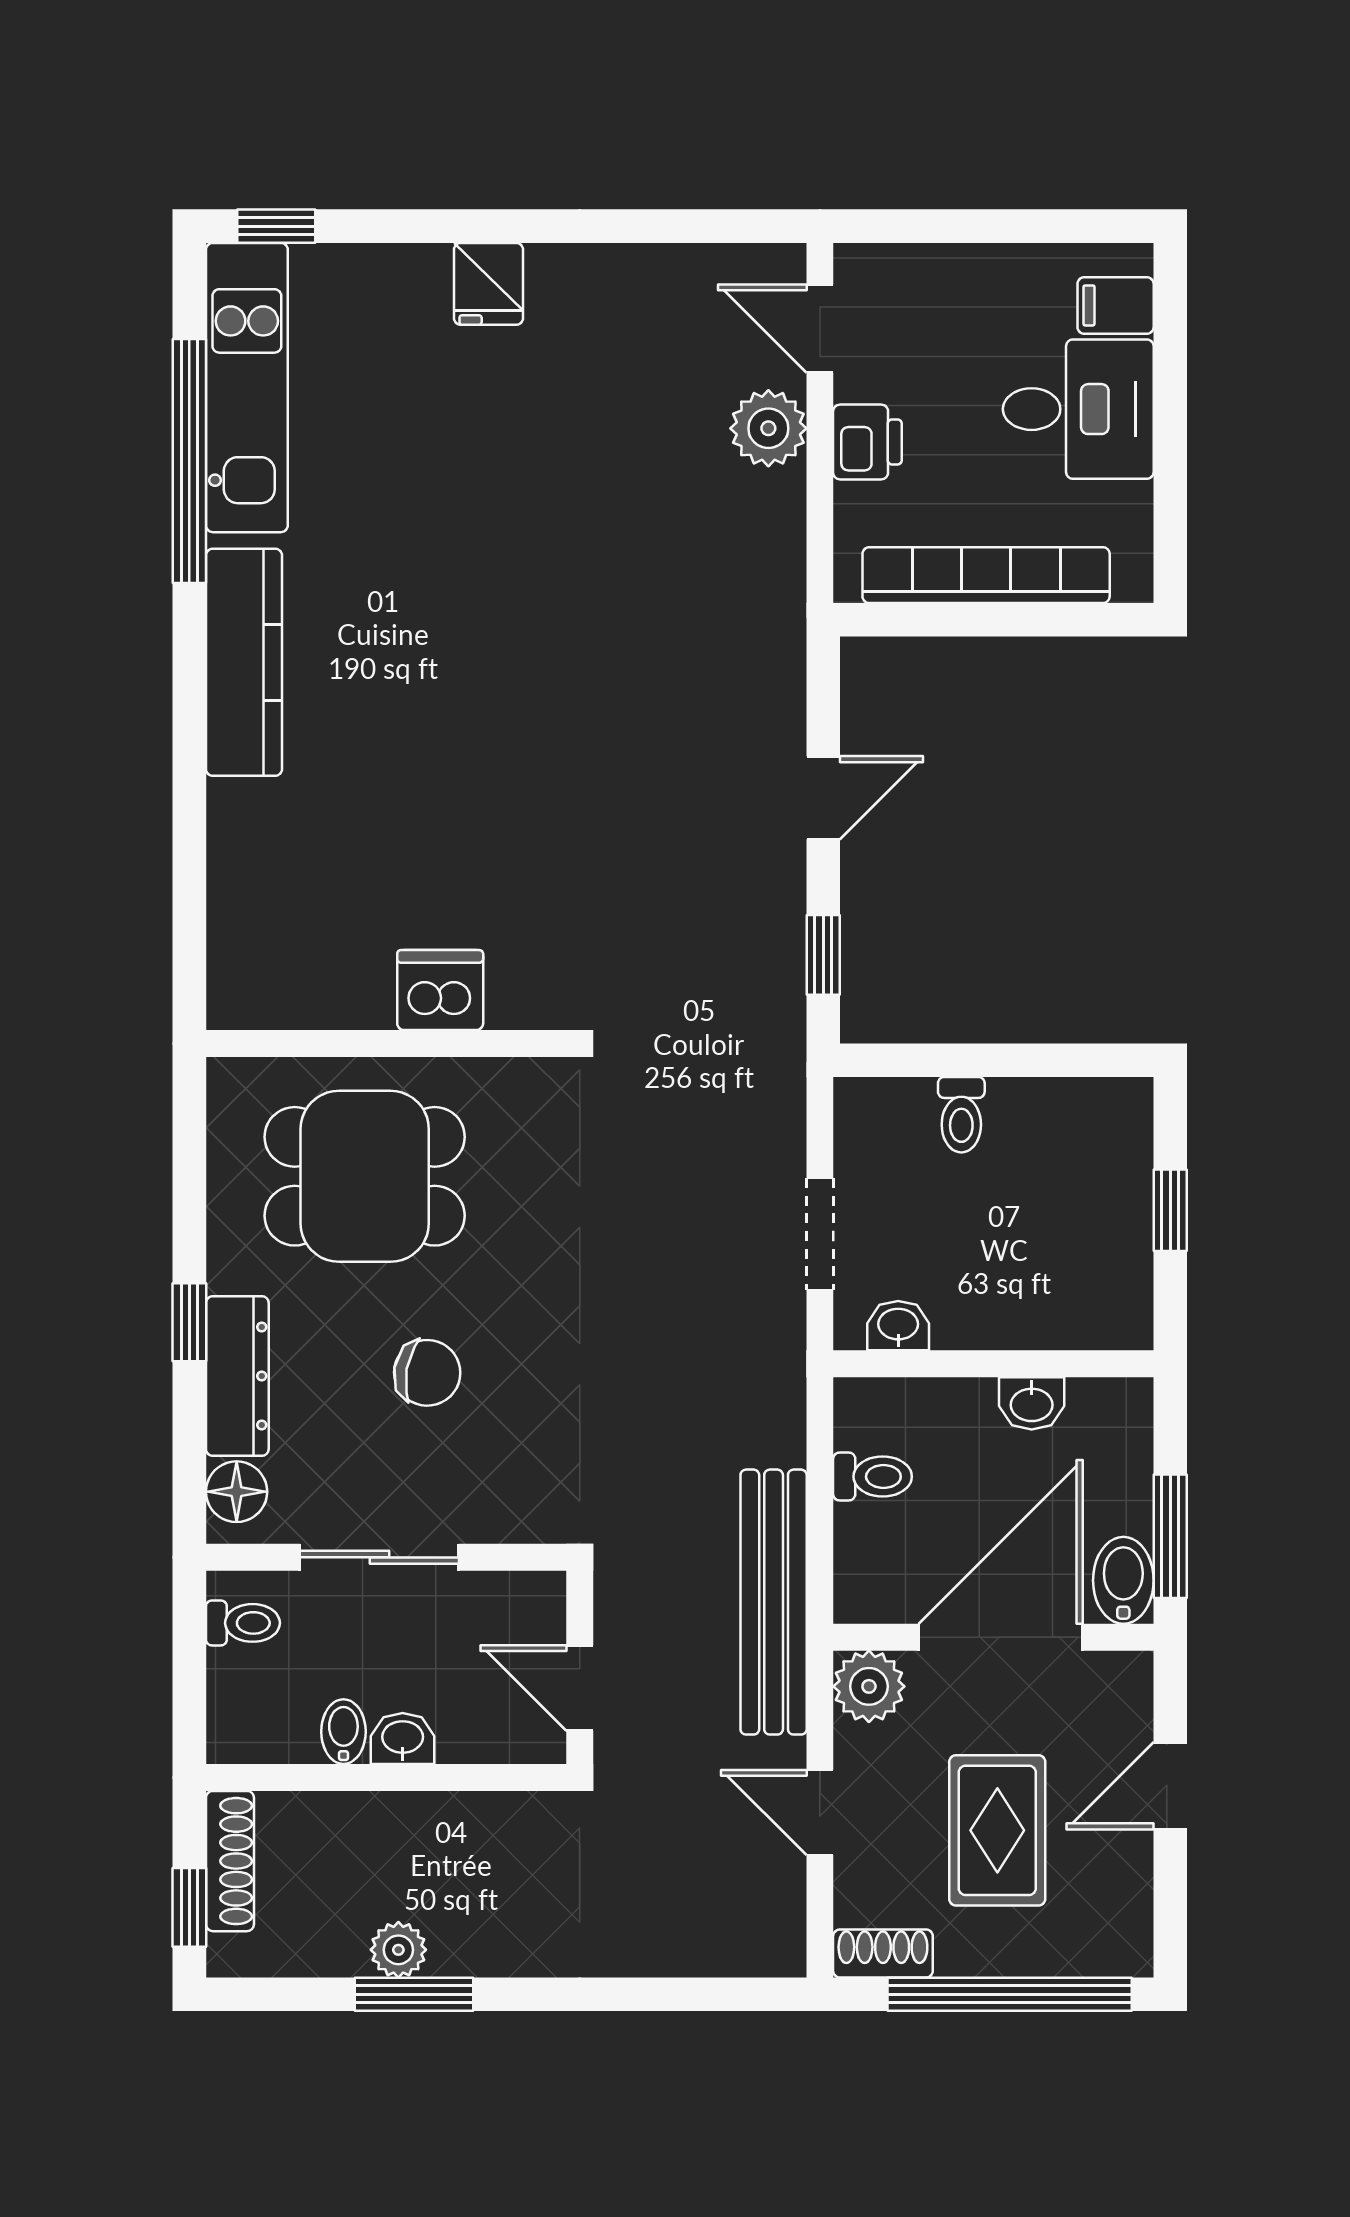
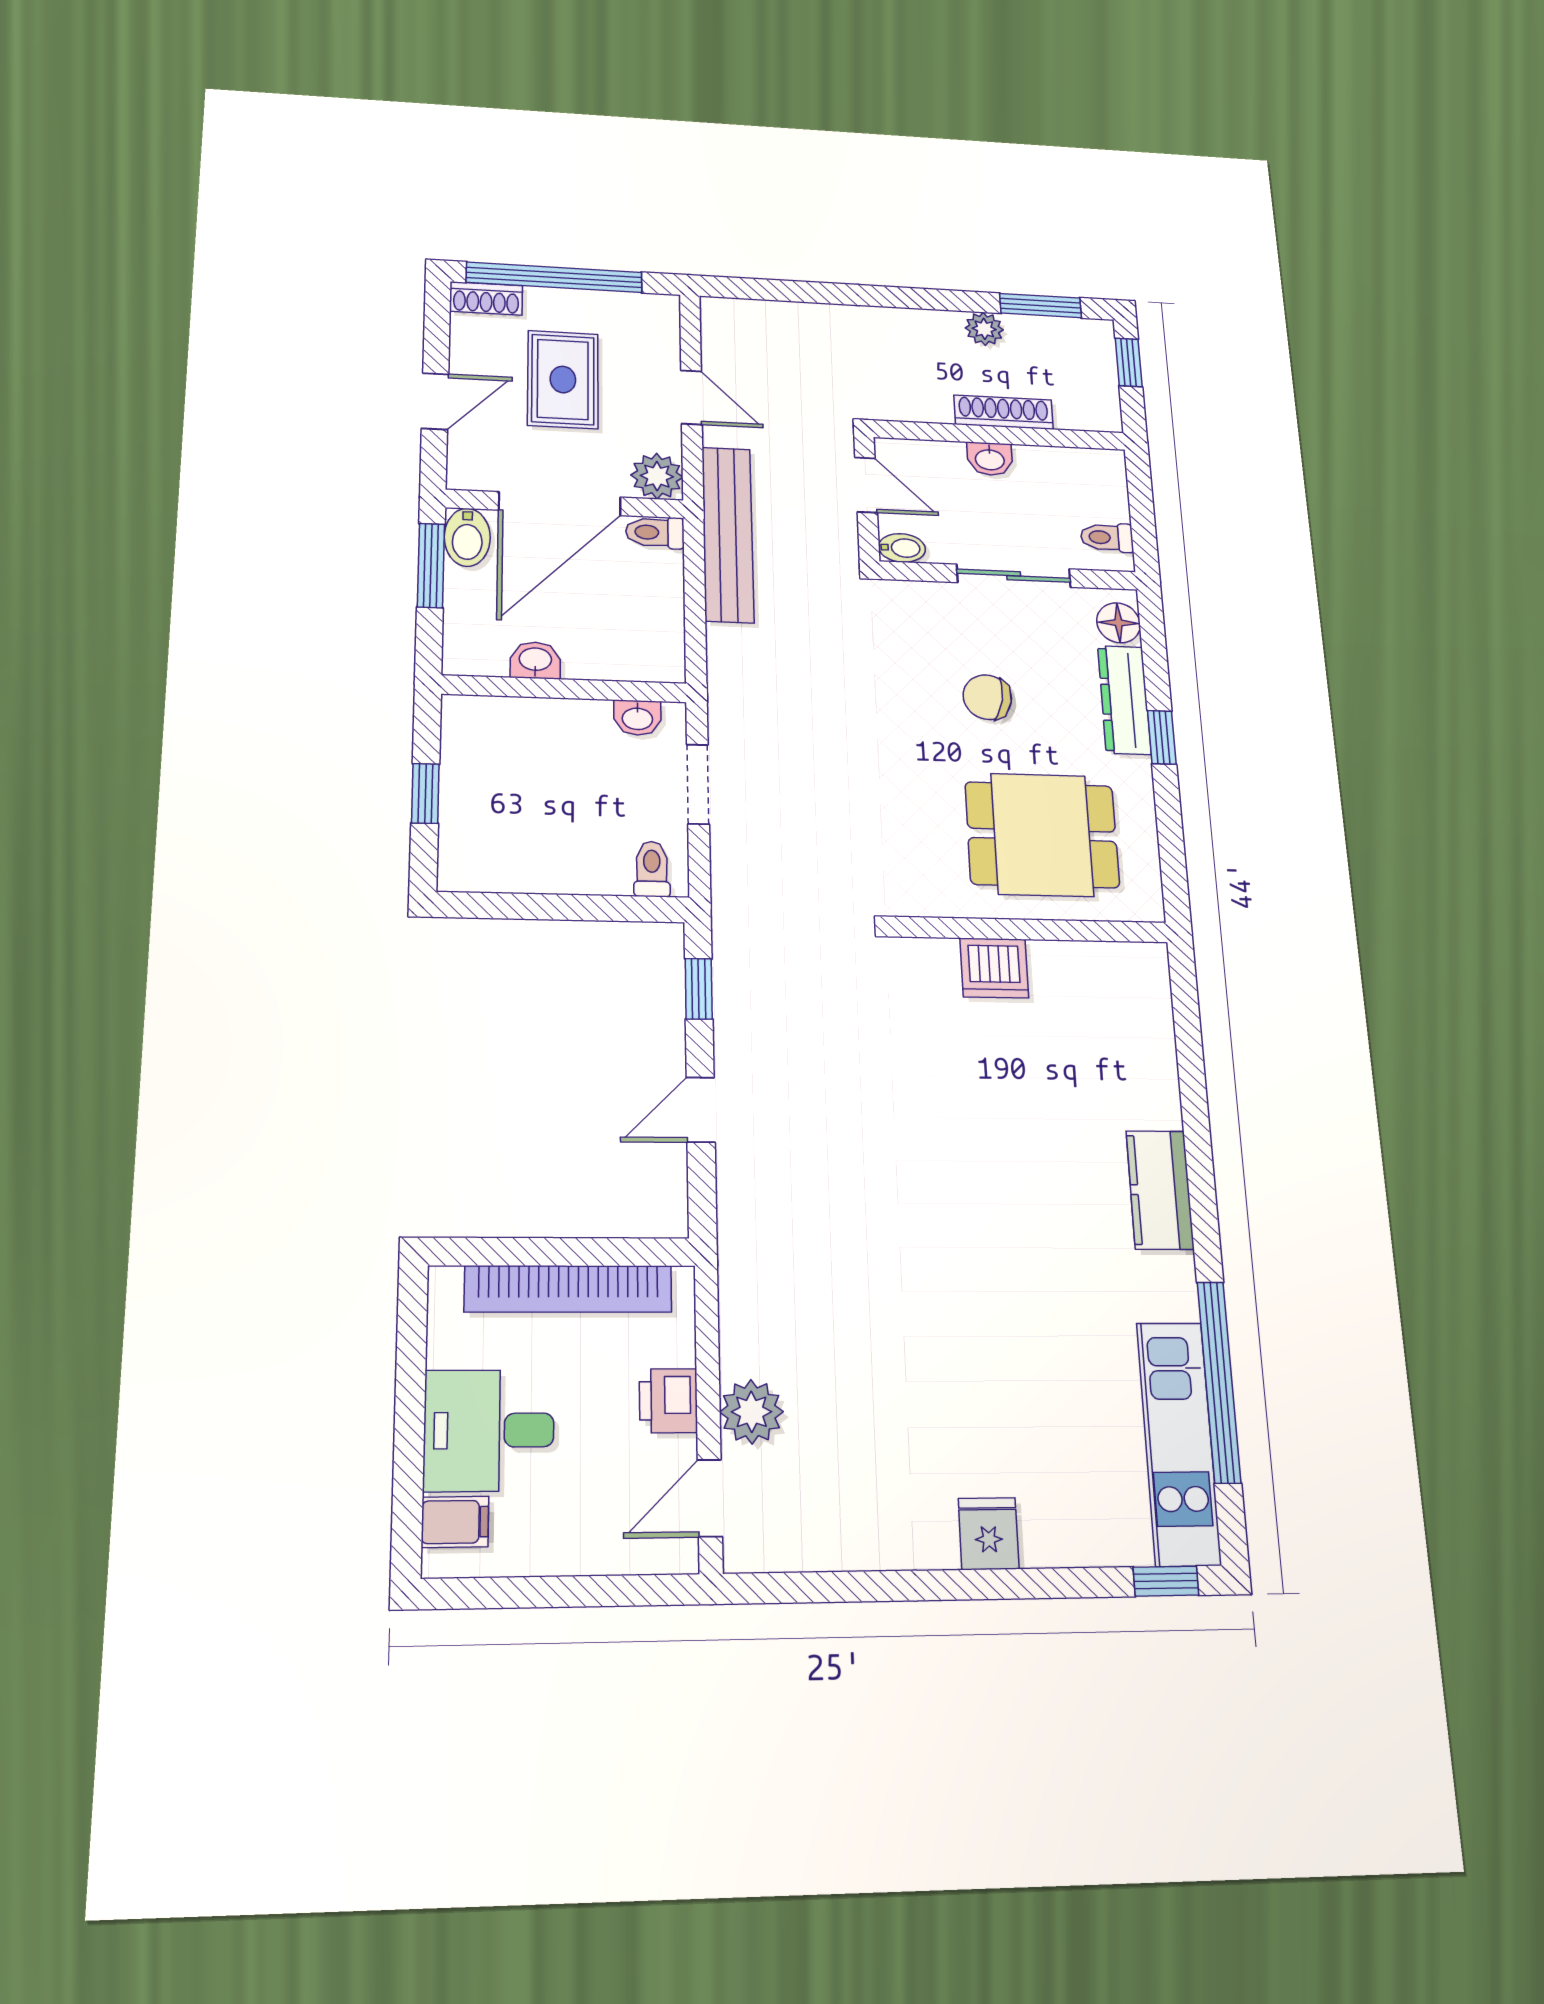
door: (820, 329) -> (710, 1498), swing flipped
kitchen counter: (244, 662) -> (1160, 1190), width x0.67
toilet: (961, 1115) -> (652, 869), moved
toilet: (872, 1477) -> (655, 532), moved
bidet: (343, 1732) -> (902, 548), moved, turned -90
shoe rack: (230, 1861) -> (1004, 412), moved, turned 90
shoe rack: (883, 1953) -> (486, 298), moved
window: (414, 1994) -> (1041, 306), moved

